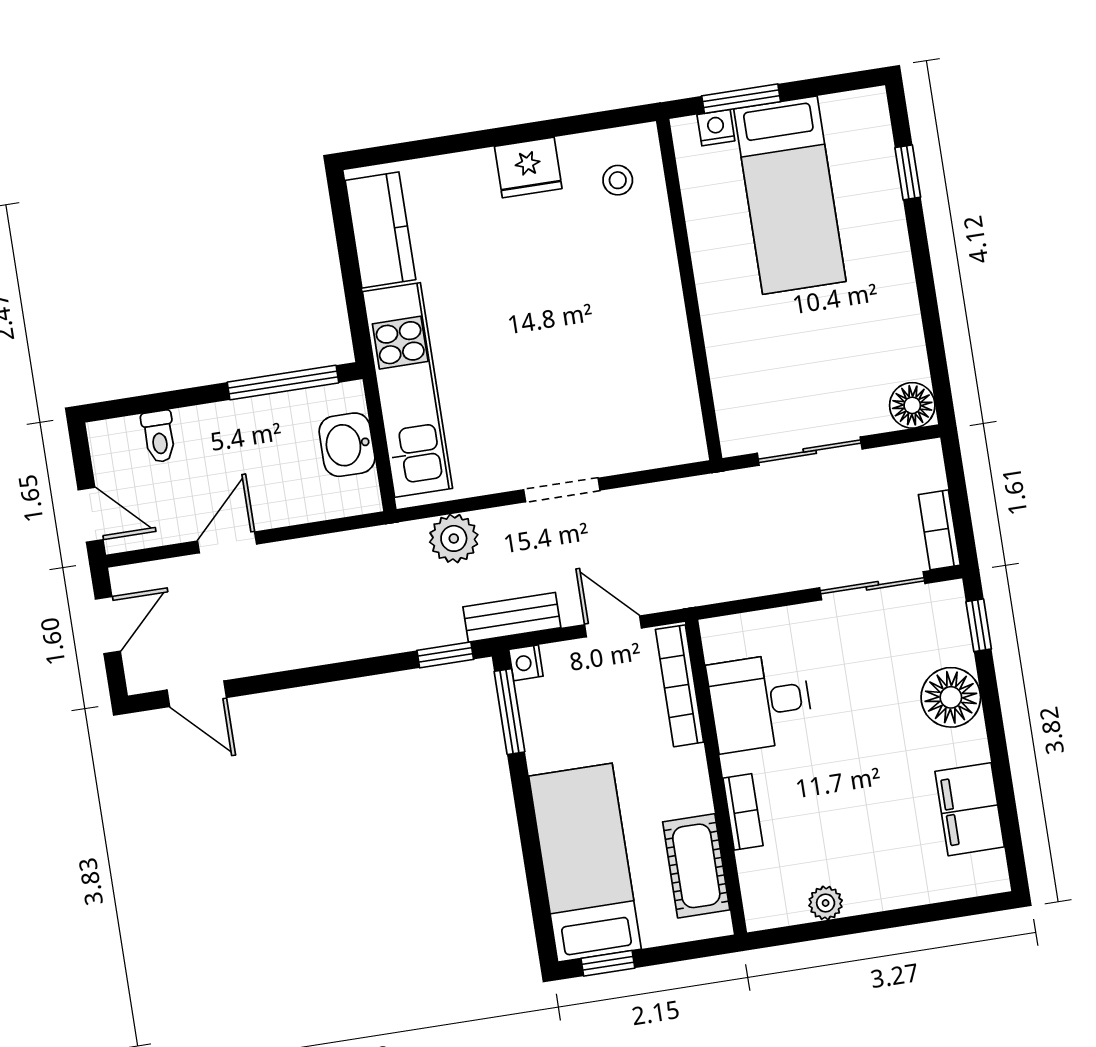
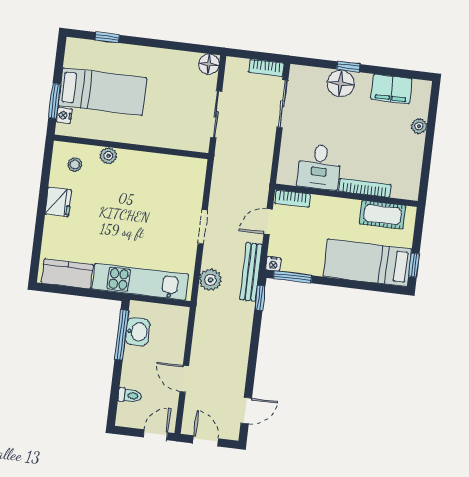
plant: (657, 246) -> (108, 156), added
washbasin: (347, 445) -> (138, 332), moved, turned -90
bench: (512, 617) -> (251, 272), width x1.36
window: (979, 625) -> (348, 67), moved
bookcase: (680, 686) -> (293, 199), width x0.64
bookcase: (743, 812) -> (365, 188), width x1.56
plant: (826, 903) -> (419, 126), moved

